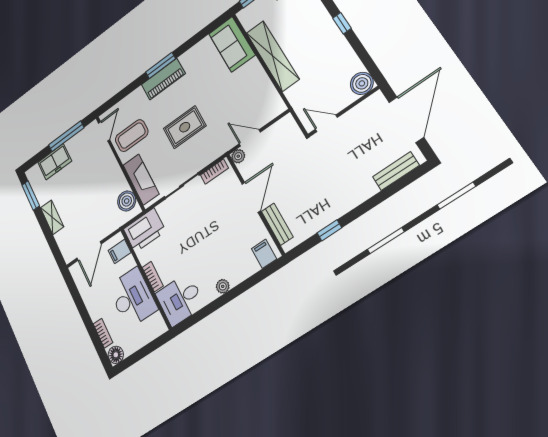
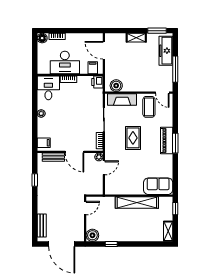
window: (342, 23) -> (111, 244), moved
freezer: (55, 162) -> (166, 51), width x1.40
printer: (144, 230) -> (97, 82), width x0.53, depth x0.68

